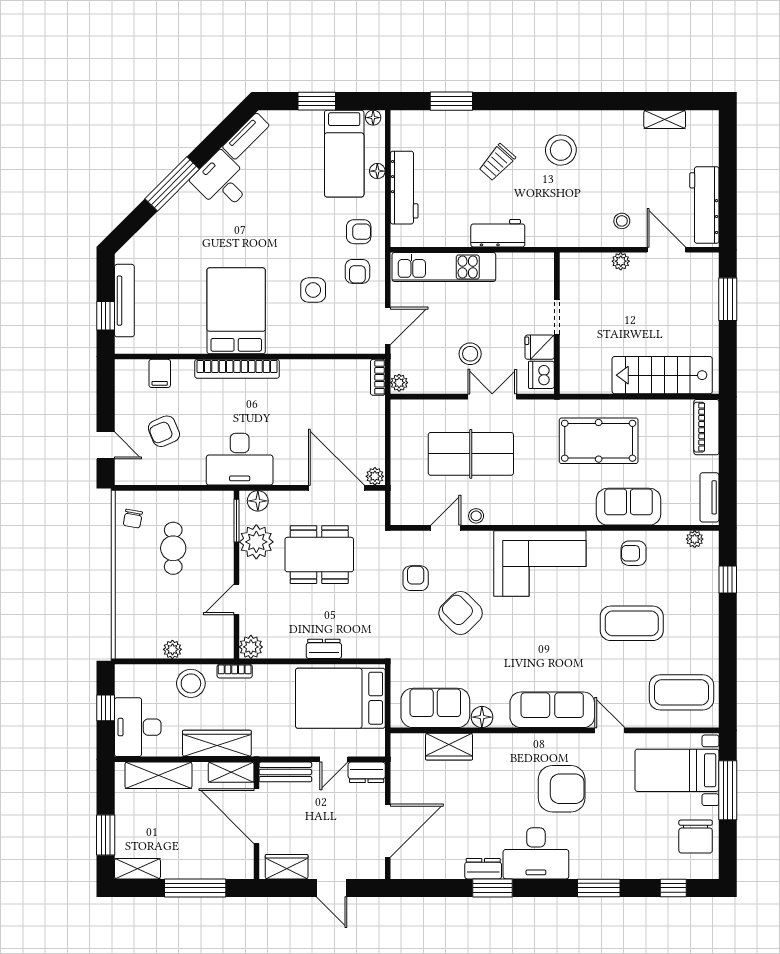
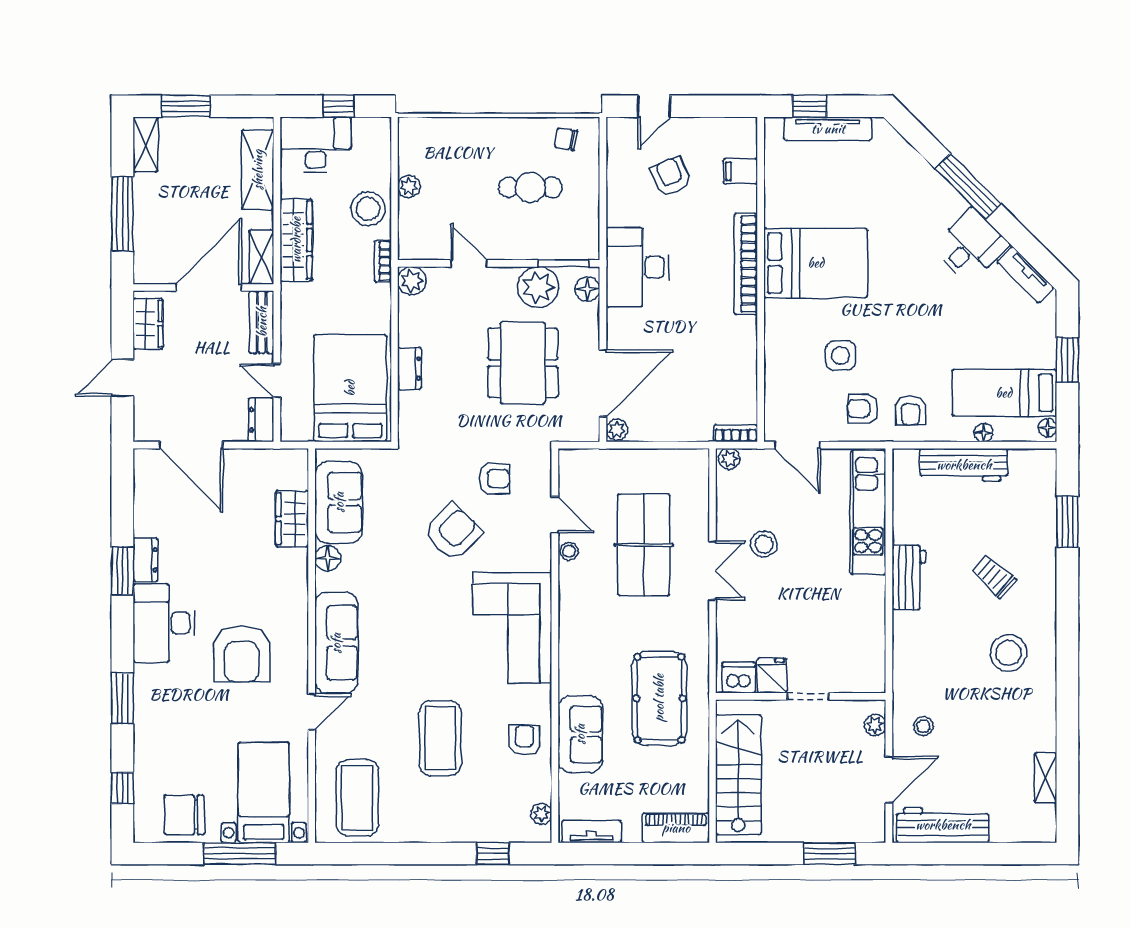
doorway: (557, 317) -> (808, 696), moved
wall: (557, 323) -> (801, 696), moved
fridge: (540, 347) -> (772, 676), moved
dishwasher: (541, 375) -> (739, 678), moved

